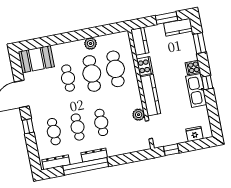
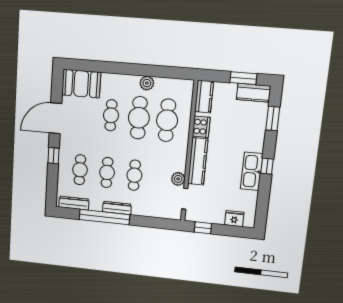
cooker: (193, 67) -> (256, 144), removed

